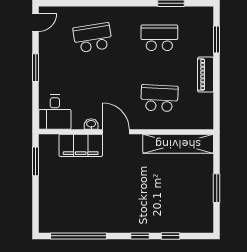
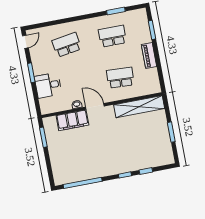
desk: (55, 112) -> (48, 85), moved, turned 90

